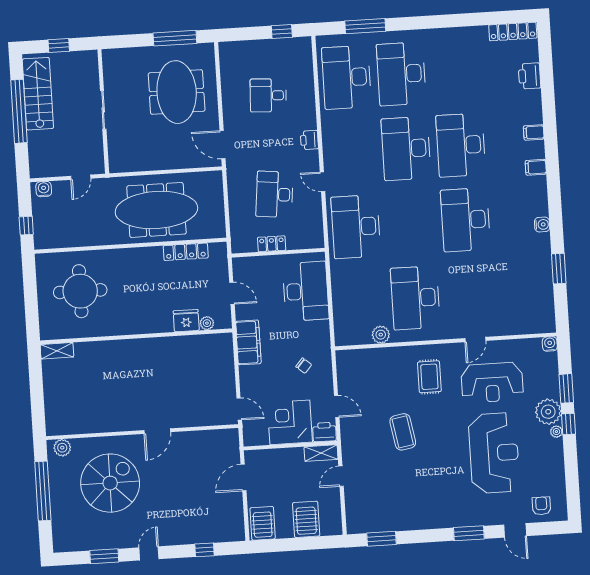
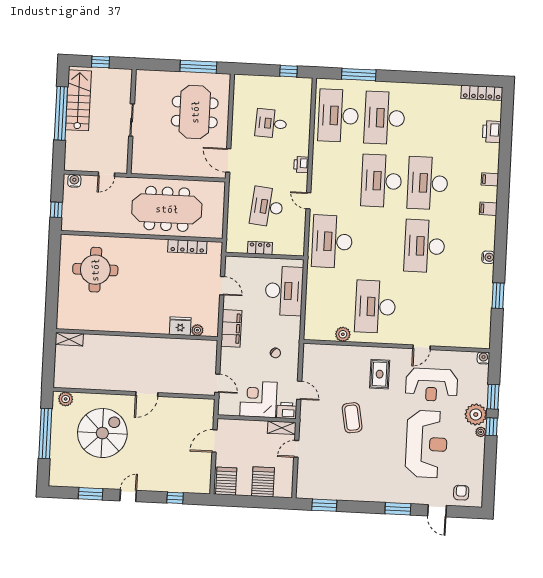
fridge: (186, 321) -> (180, 326), moved
plant: (207, 323) -> (197, 330), moved
wall: (136, 336) -> (137, 335), moved
shelving: (57, 351) -> (69, 339), moved

